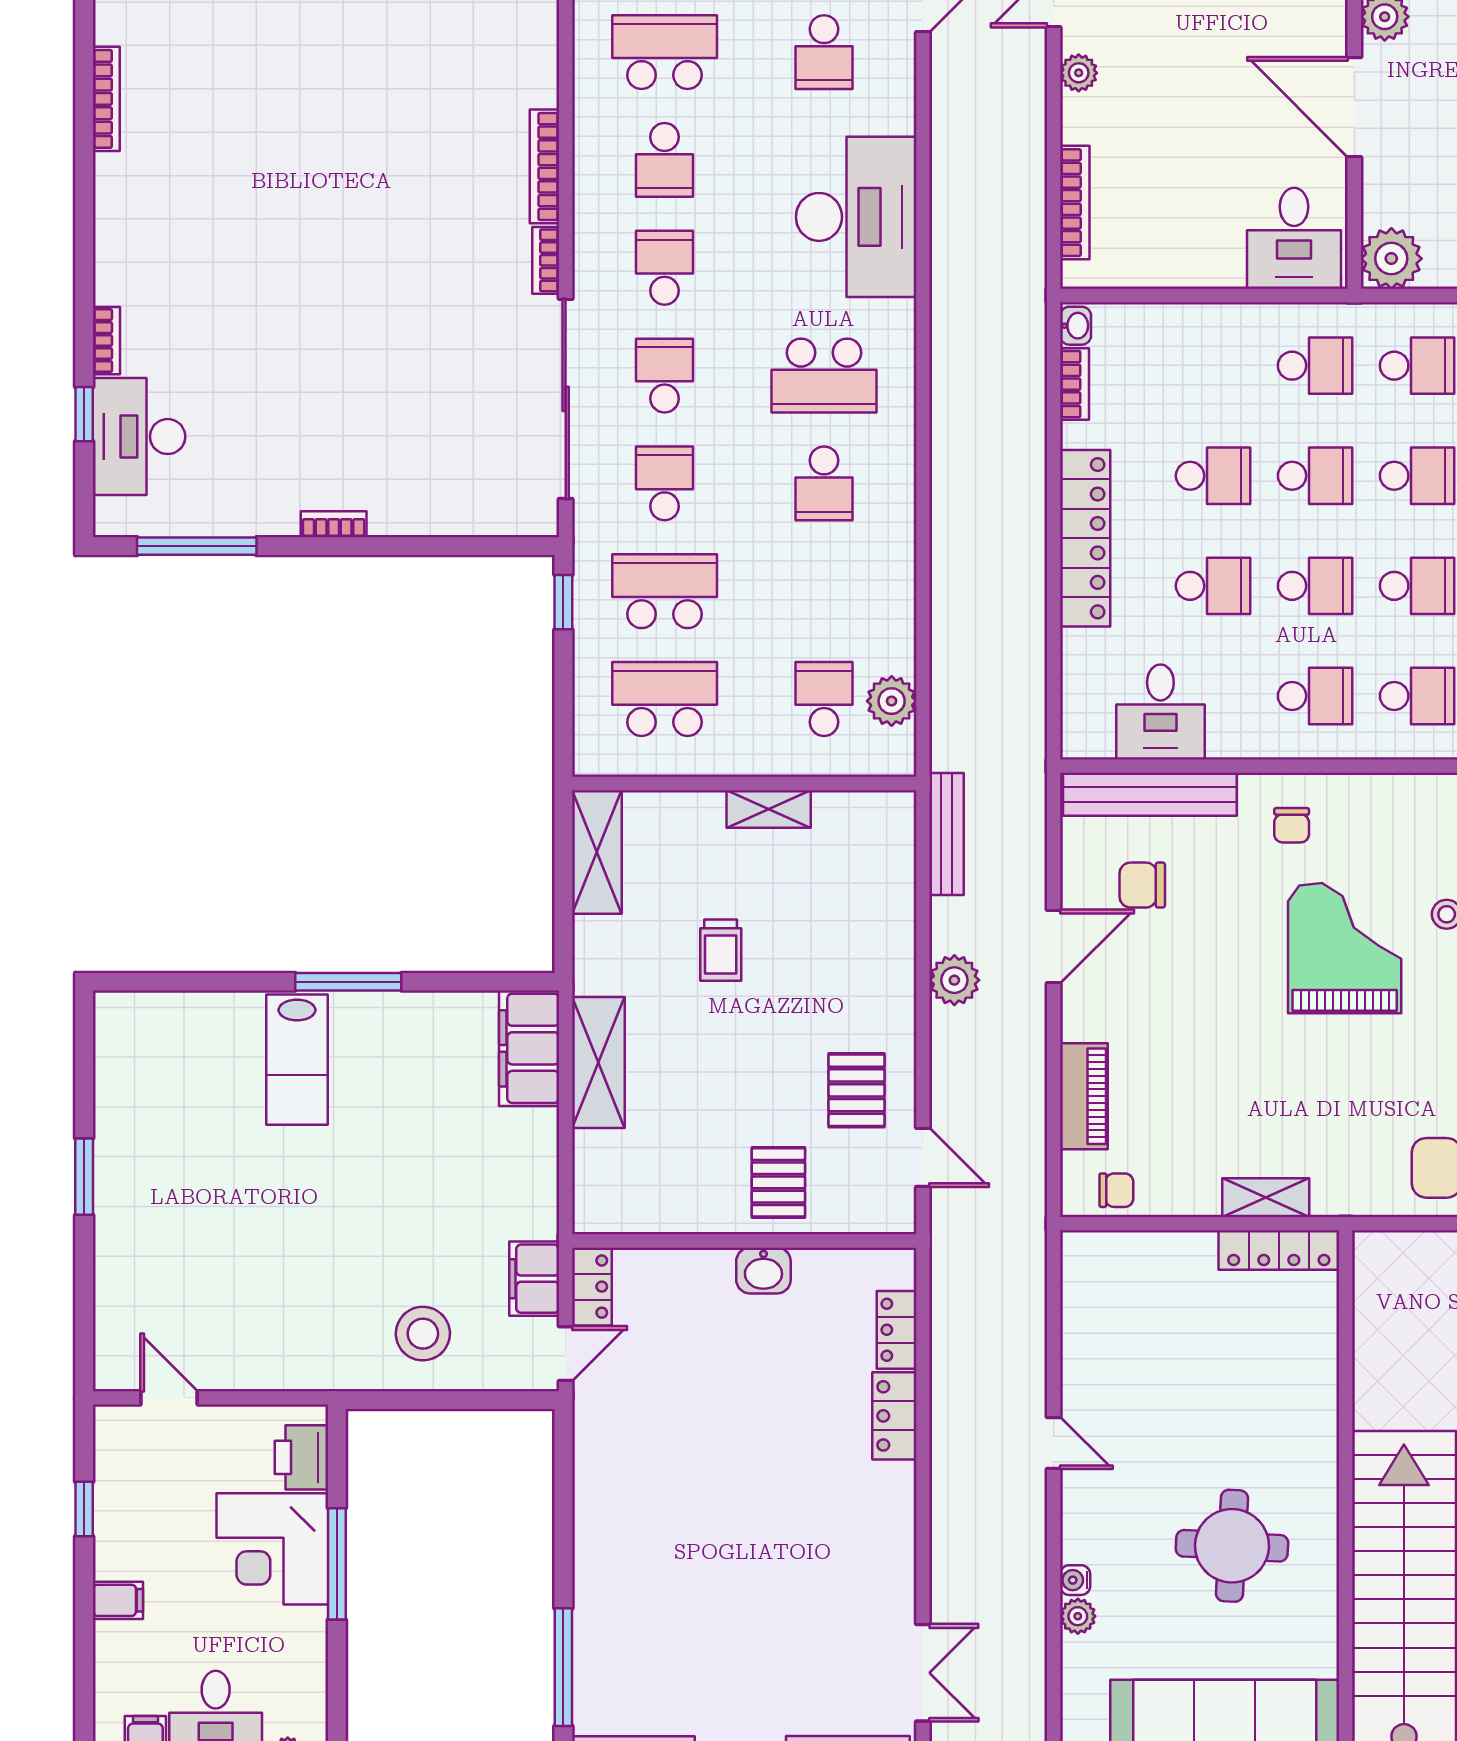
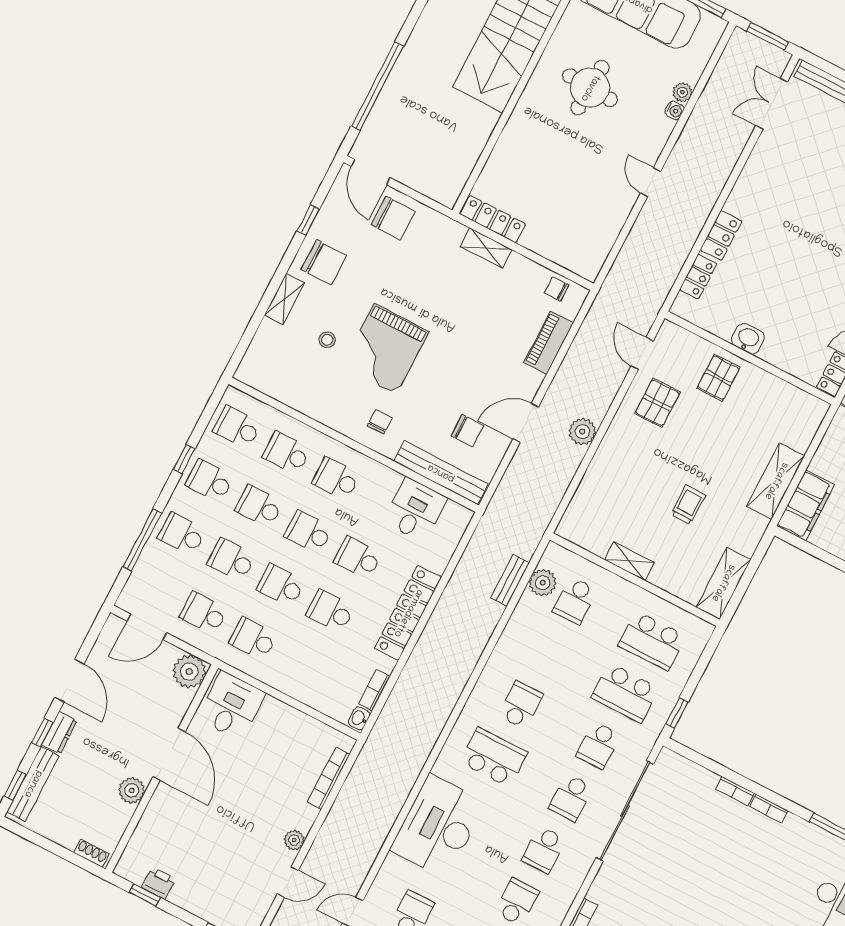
bookcase: (546, 260) -> (735, 791), moved, turned 90
bench: (947, 834) -> (510, 580), moved, width x0.73

